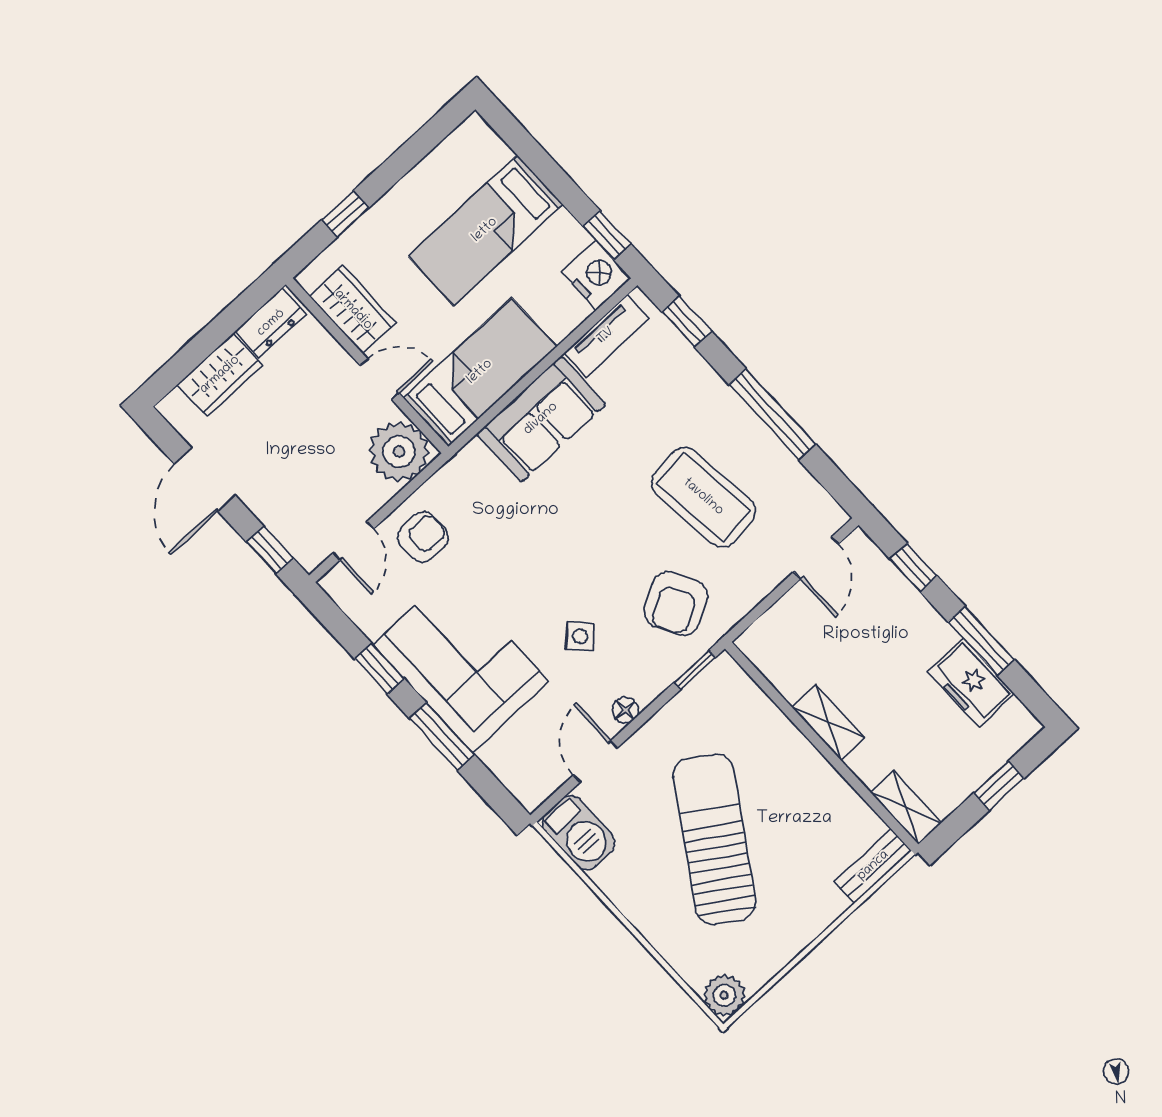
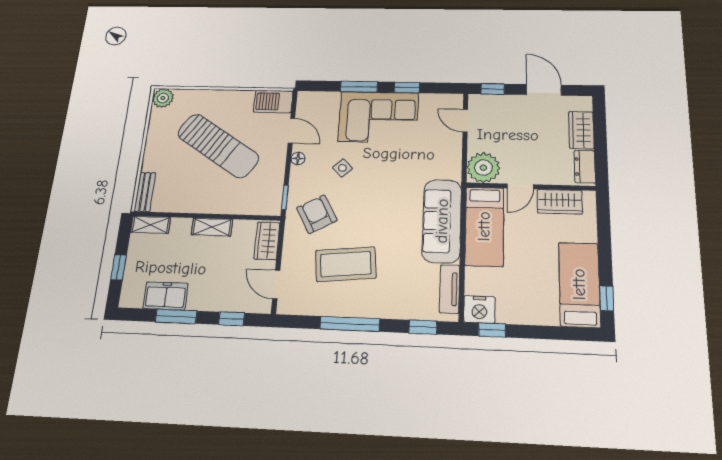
window: (345, 214) -> (607, 298), moved
bed: (485, 230) -> (579, 284), moved
sofa: (541, 419) -> (442, 221), width x1.36
armchair: (423, 537) -> (441, 146), removed
wardrobe: (774, 631) -> (267, 241), added

